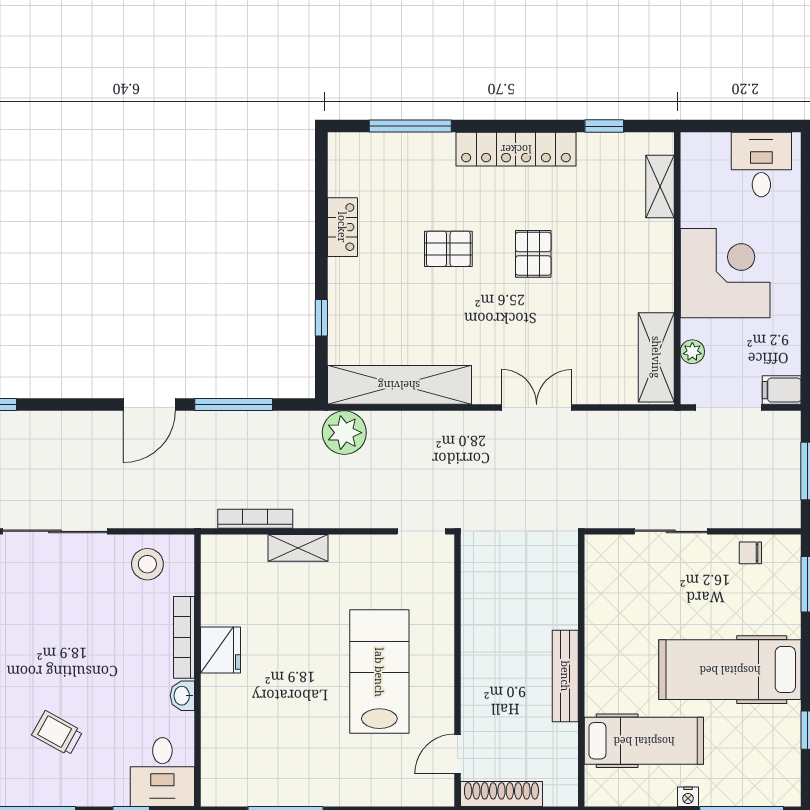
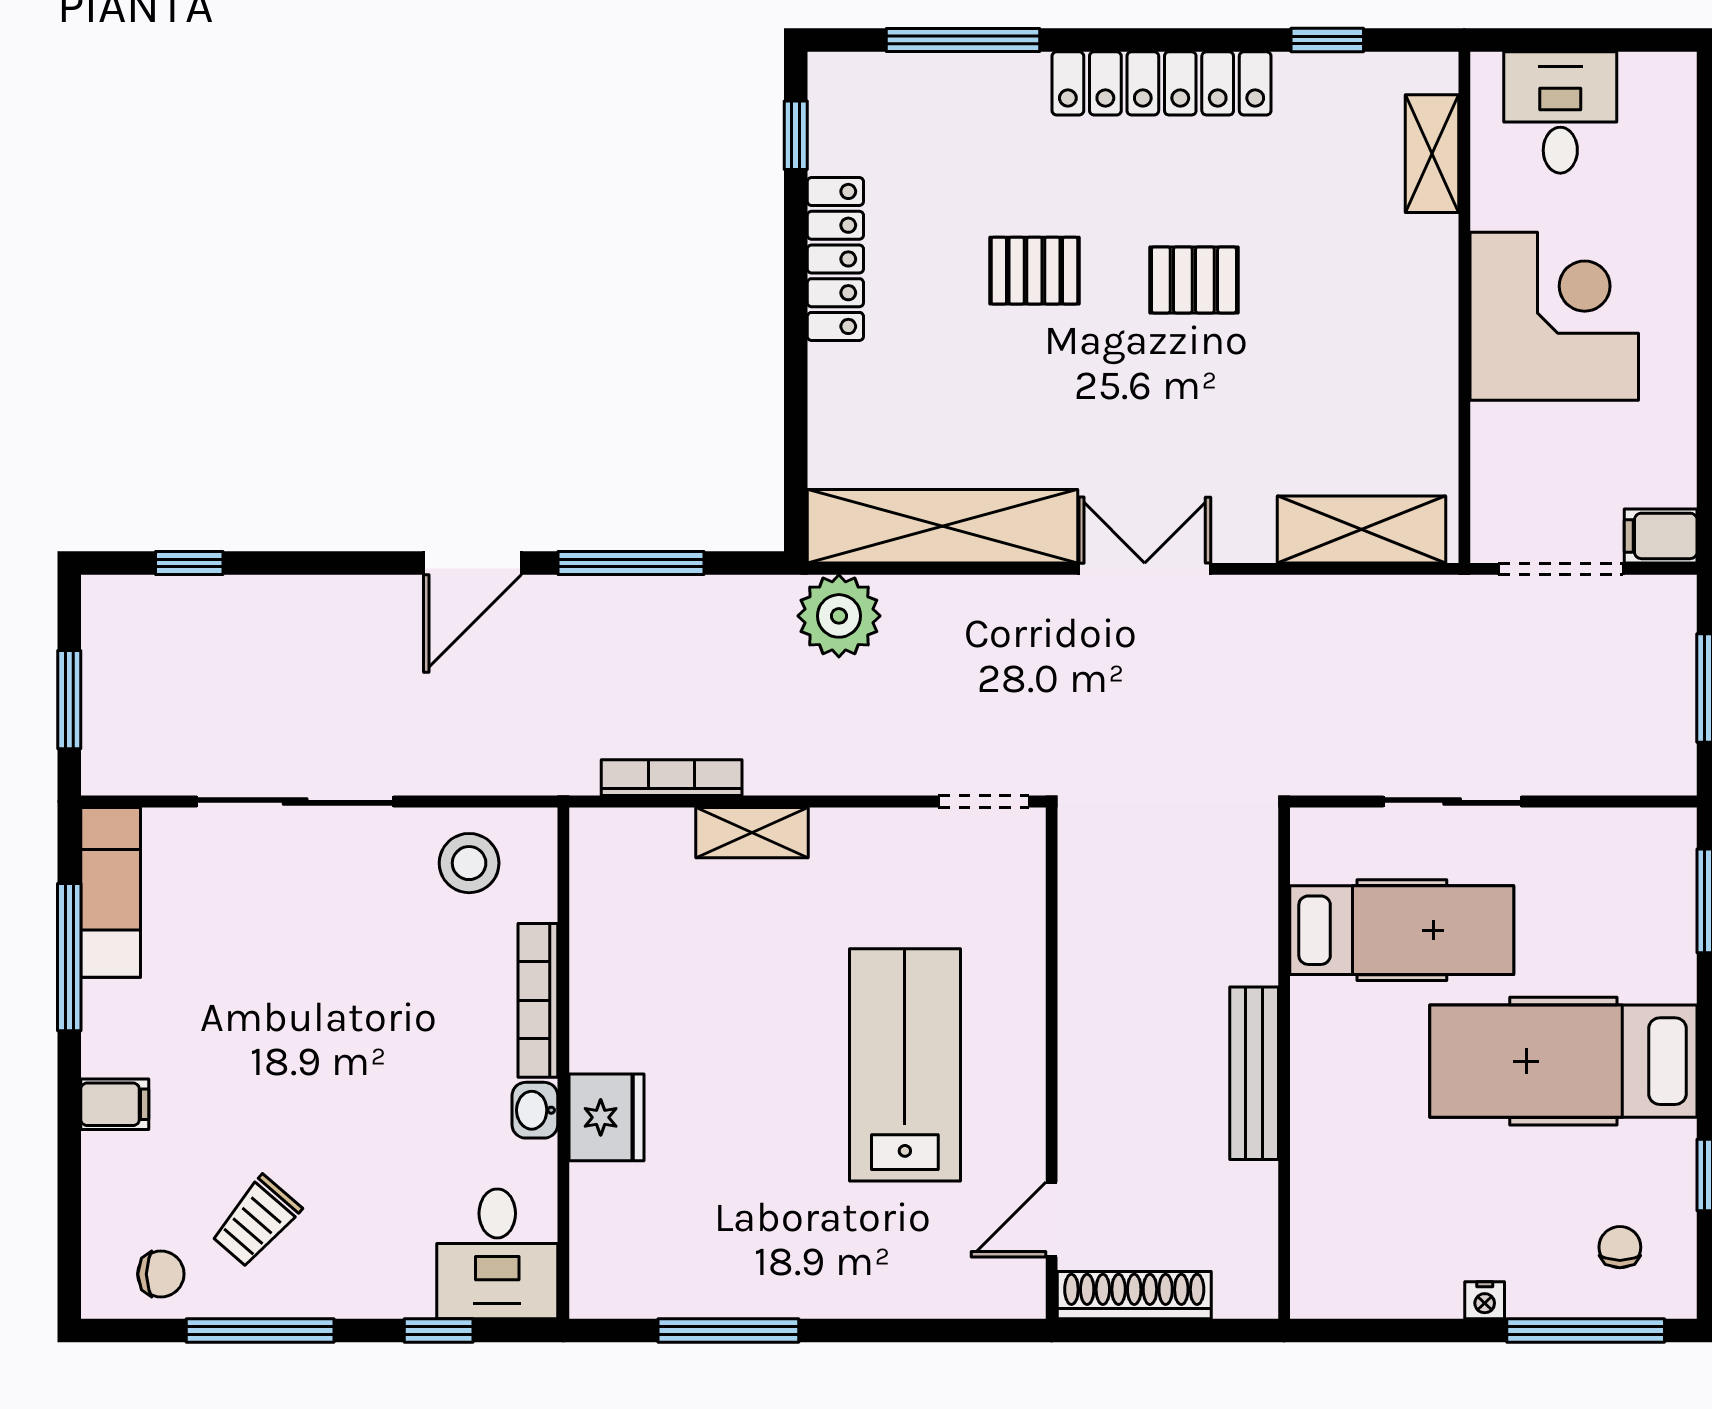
desk: (761, 165) -> (1560, 112), moved
locker: (342, 227) -> (835, 259), width x1.53
pallet: (533, 254) -> (1194, 280), turned 90
window: (321, 318) -> (796, 135), moved
plant: (692, 352) -> (1493, 464), removed
shelving: (656, 357) -> (1361, 529), moved, turned 90
double door: (537, 408) -> (1145, 569), moved
chair: (750, 553) -> (1620, 1247), moved, turned 90
fridge: (221, 650) -> (607, 1117), moved
trolley: (57, 733) -> (256, 1221), moved, turned -78
hospital bed: (644, 741) -> (1402, 930), moved

